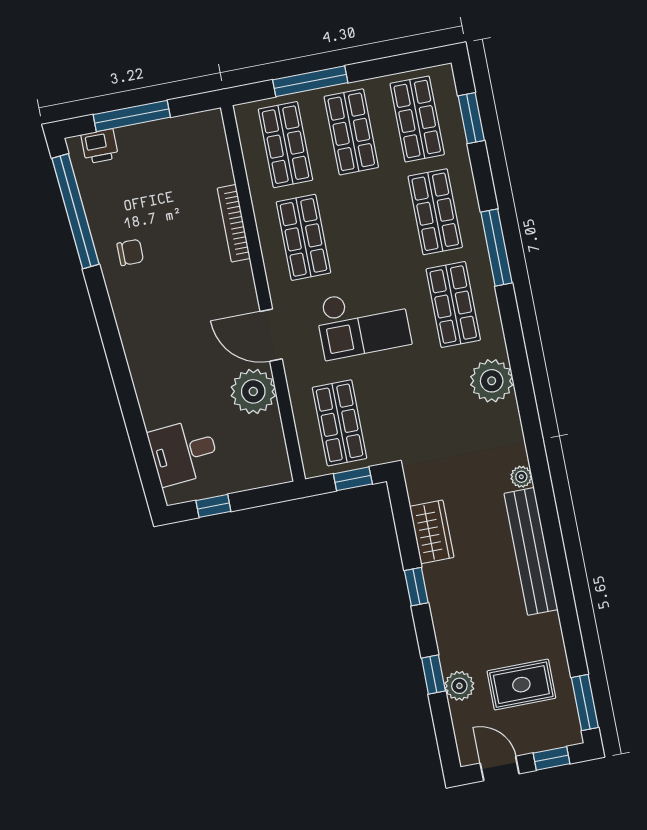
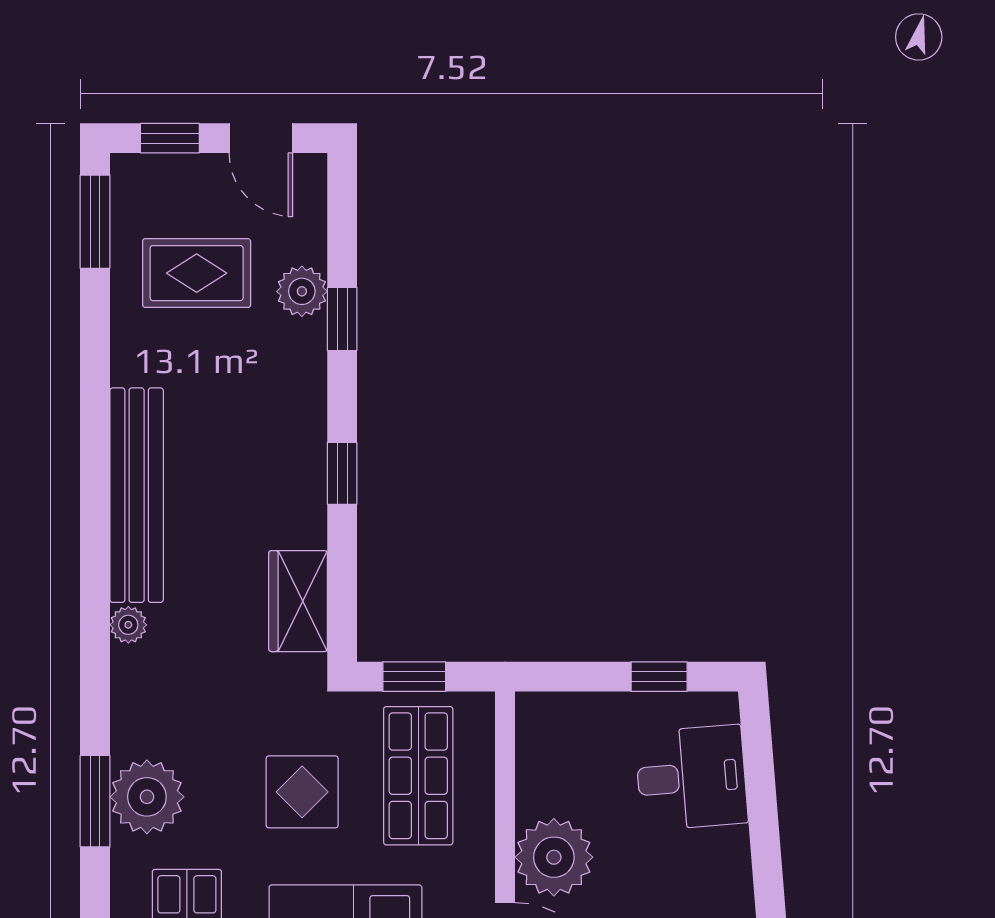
window: (521, 373) -> (95, 801), added
display table: (404, 401) -> (302, 792), added
wardrobe: (432, 532) -> (298, 601), moved

